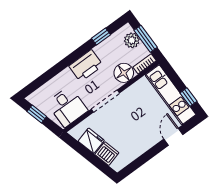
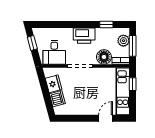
window: (188, 97) -> (133, 84), moved

